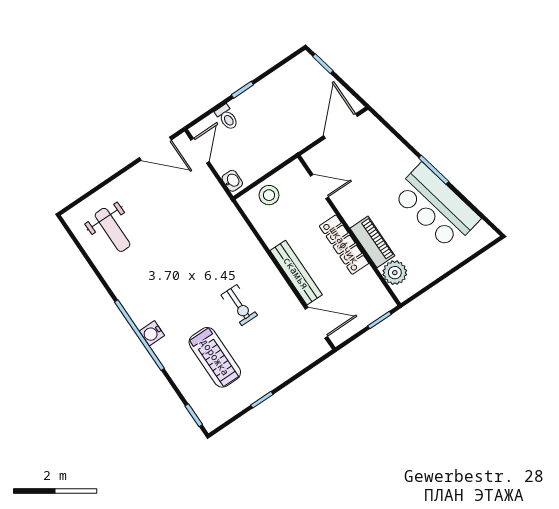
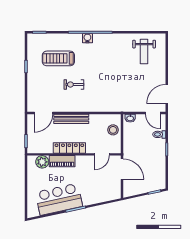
door: (340, 126) -> (122, 169), moved
weight bench: (113, 230) -> (144, 51), turned -90

